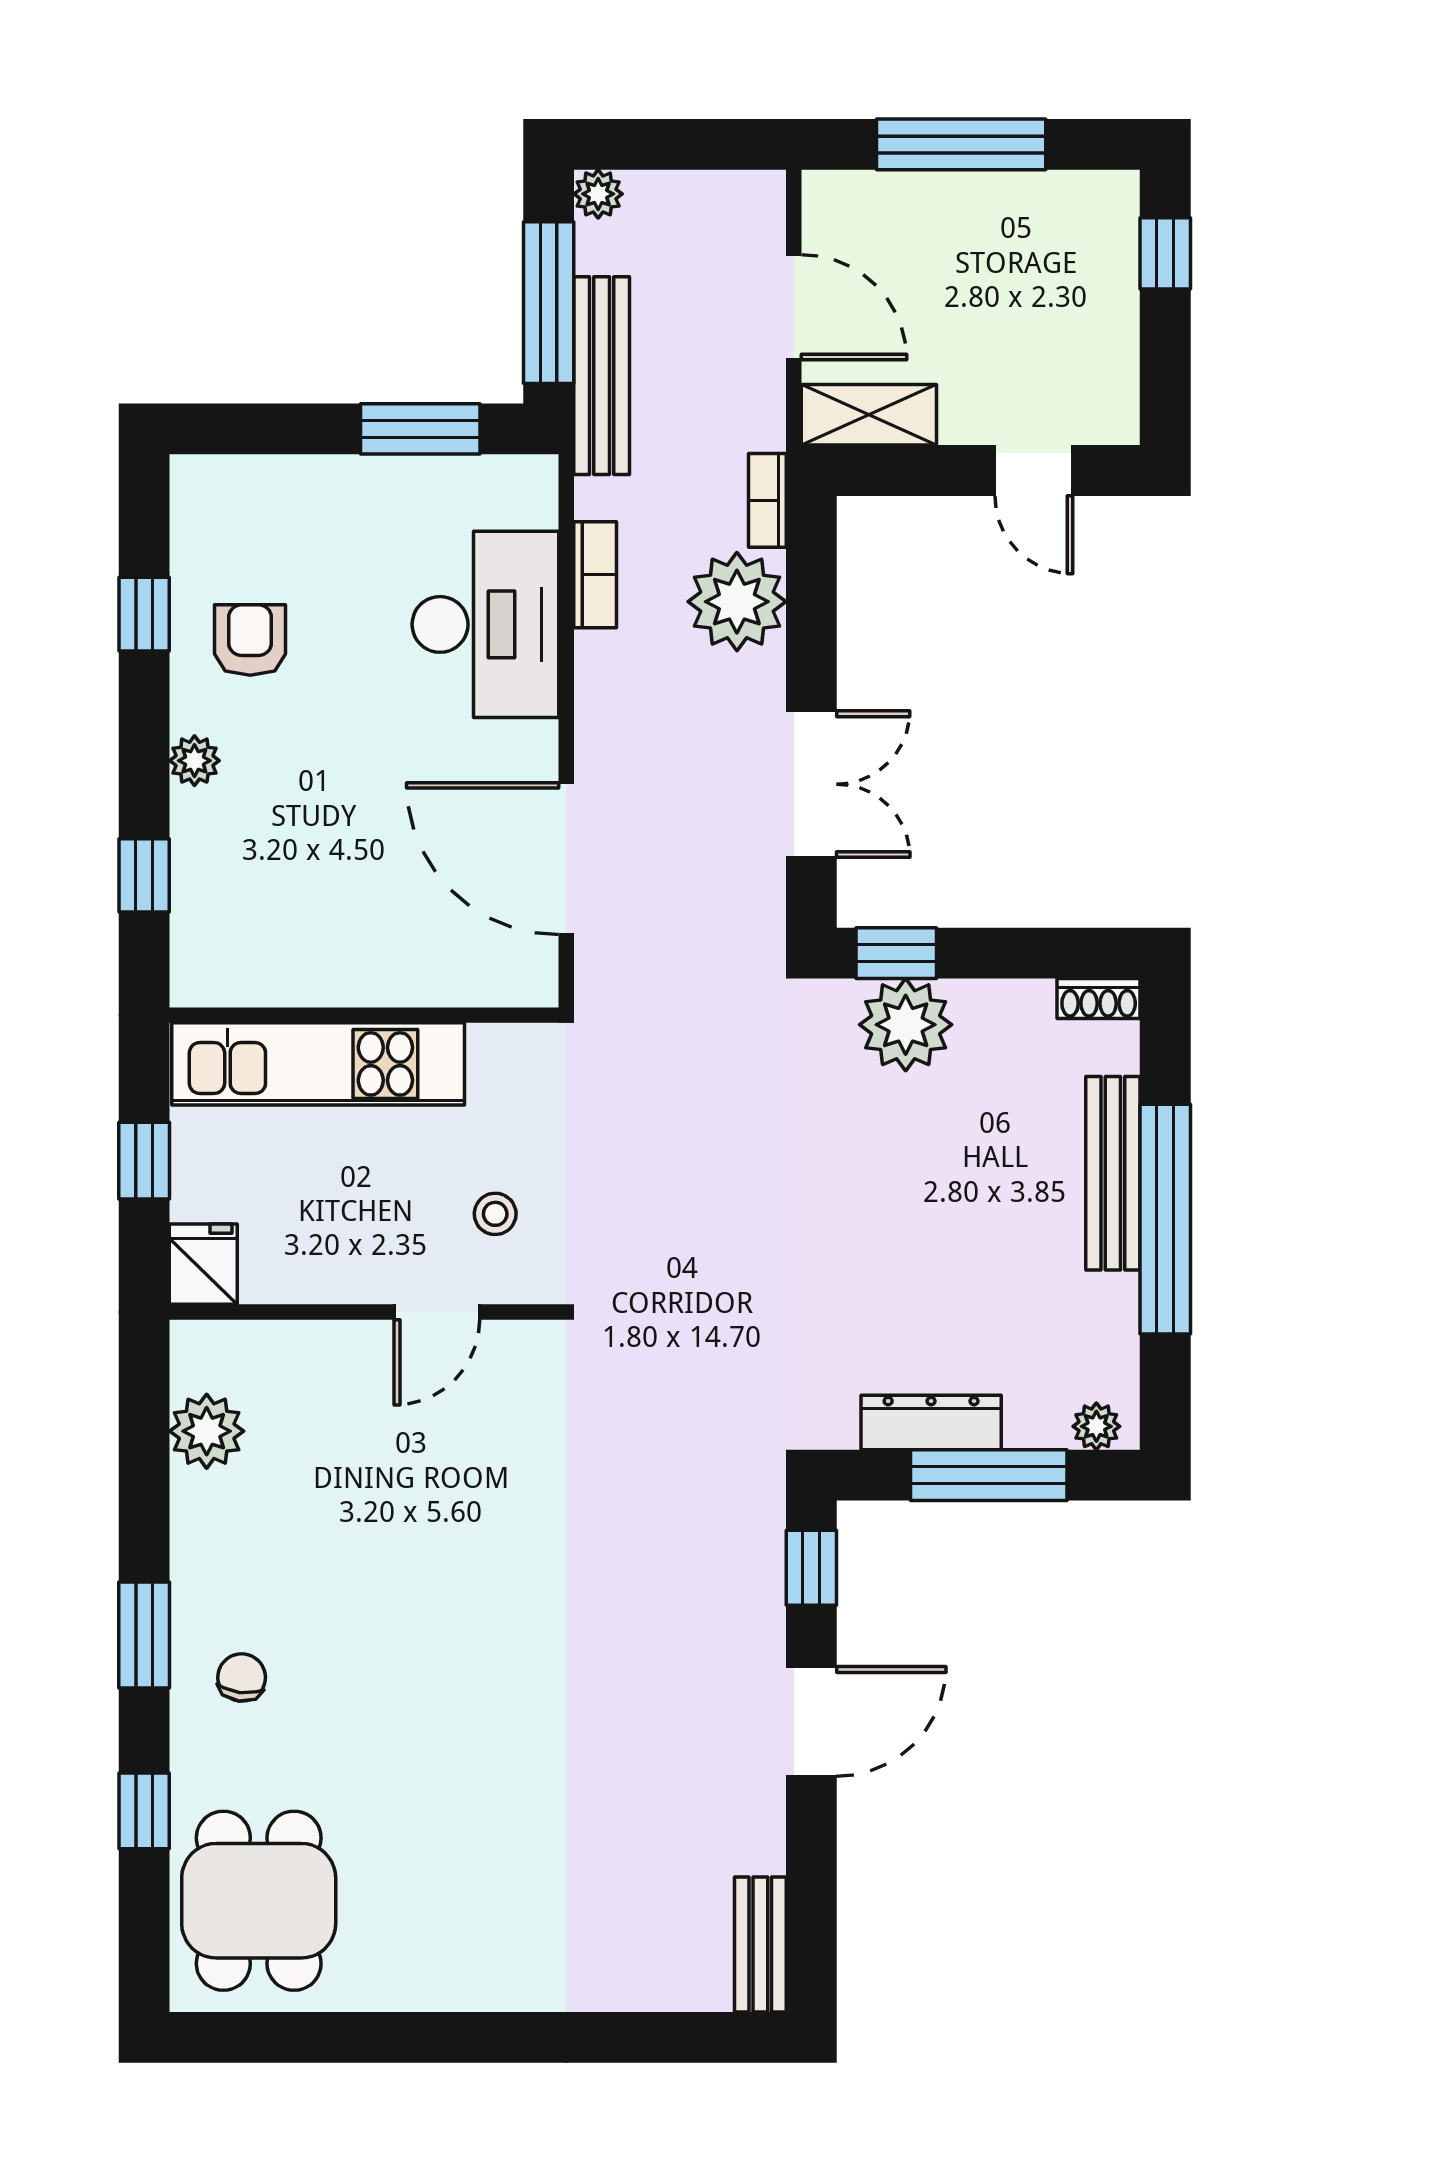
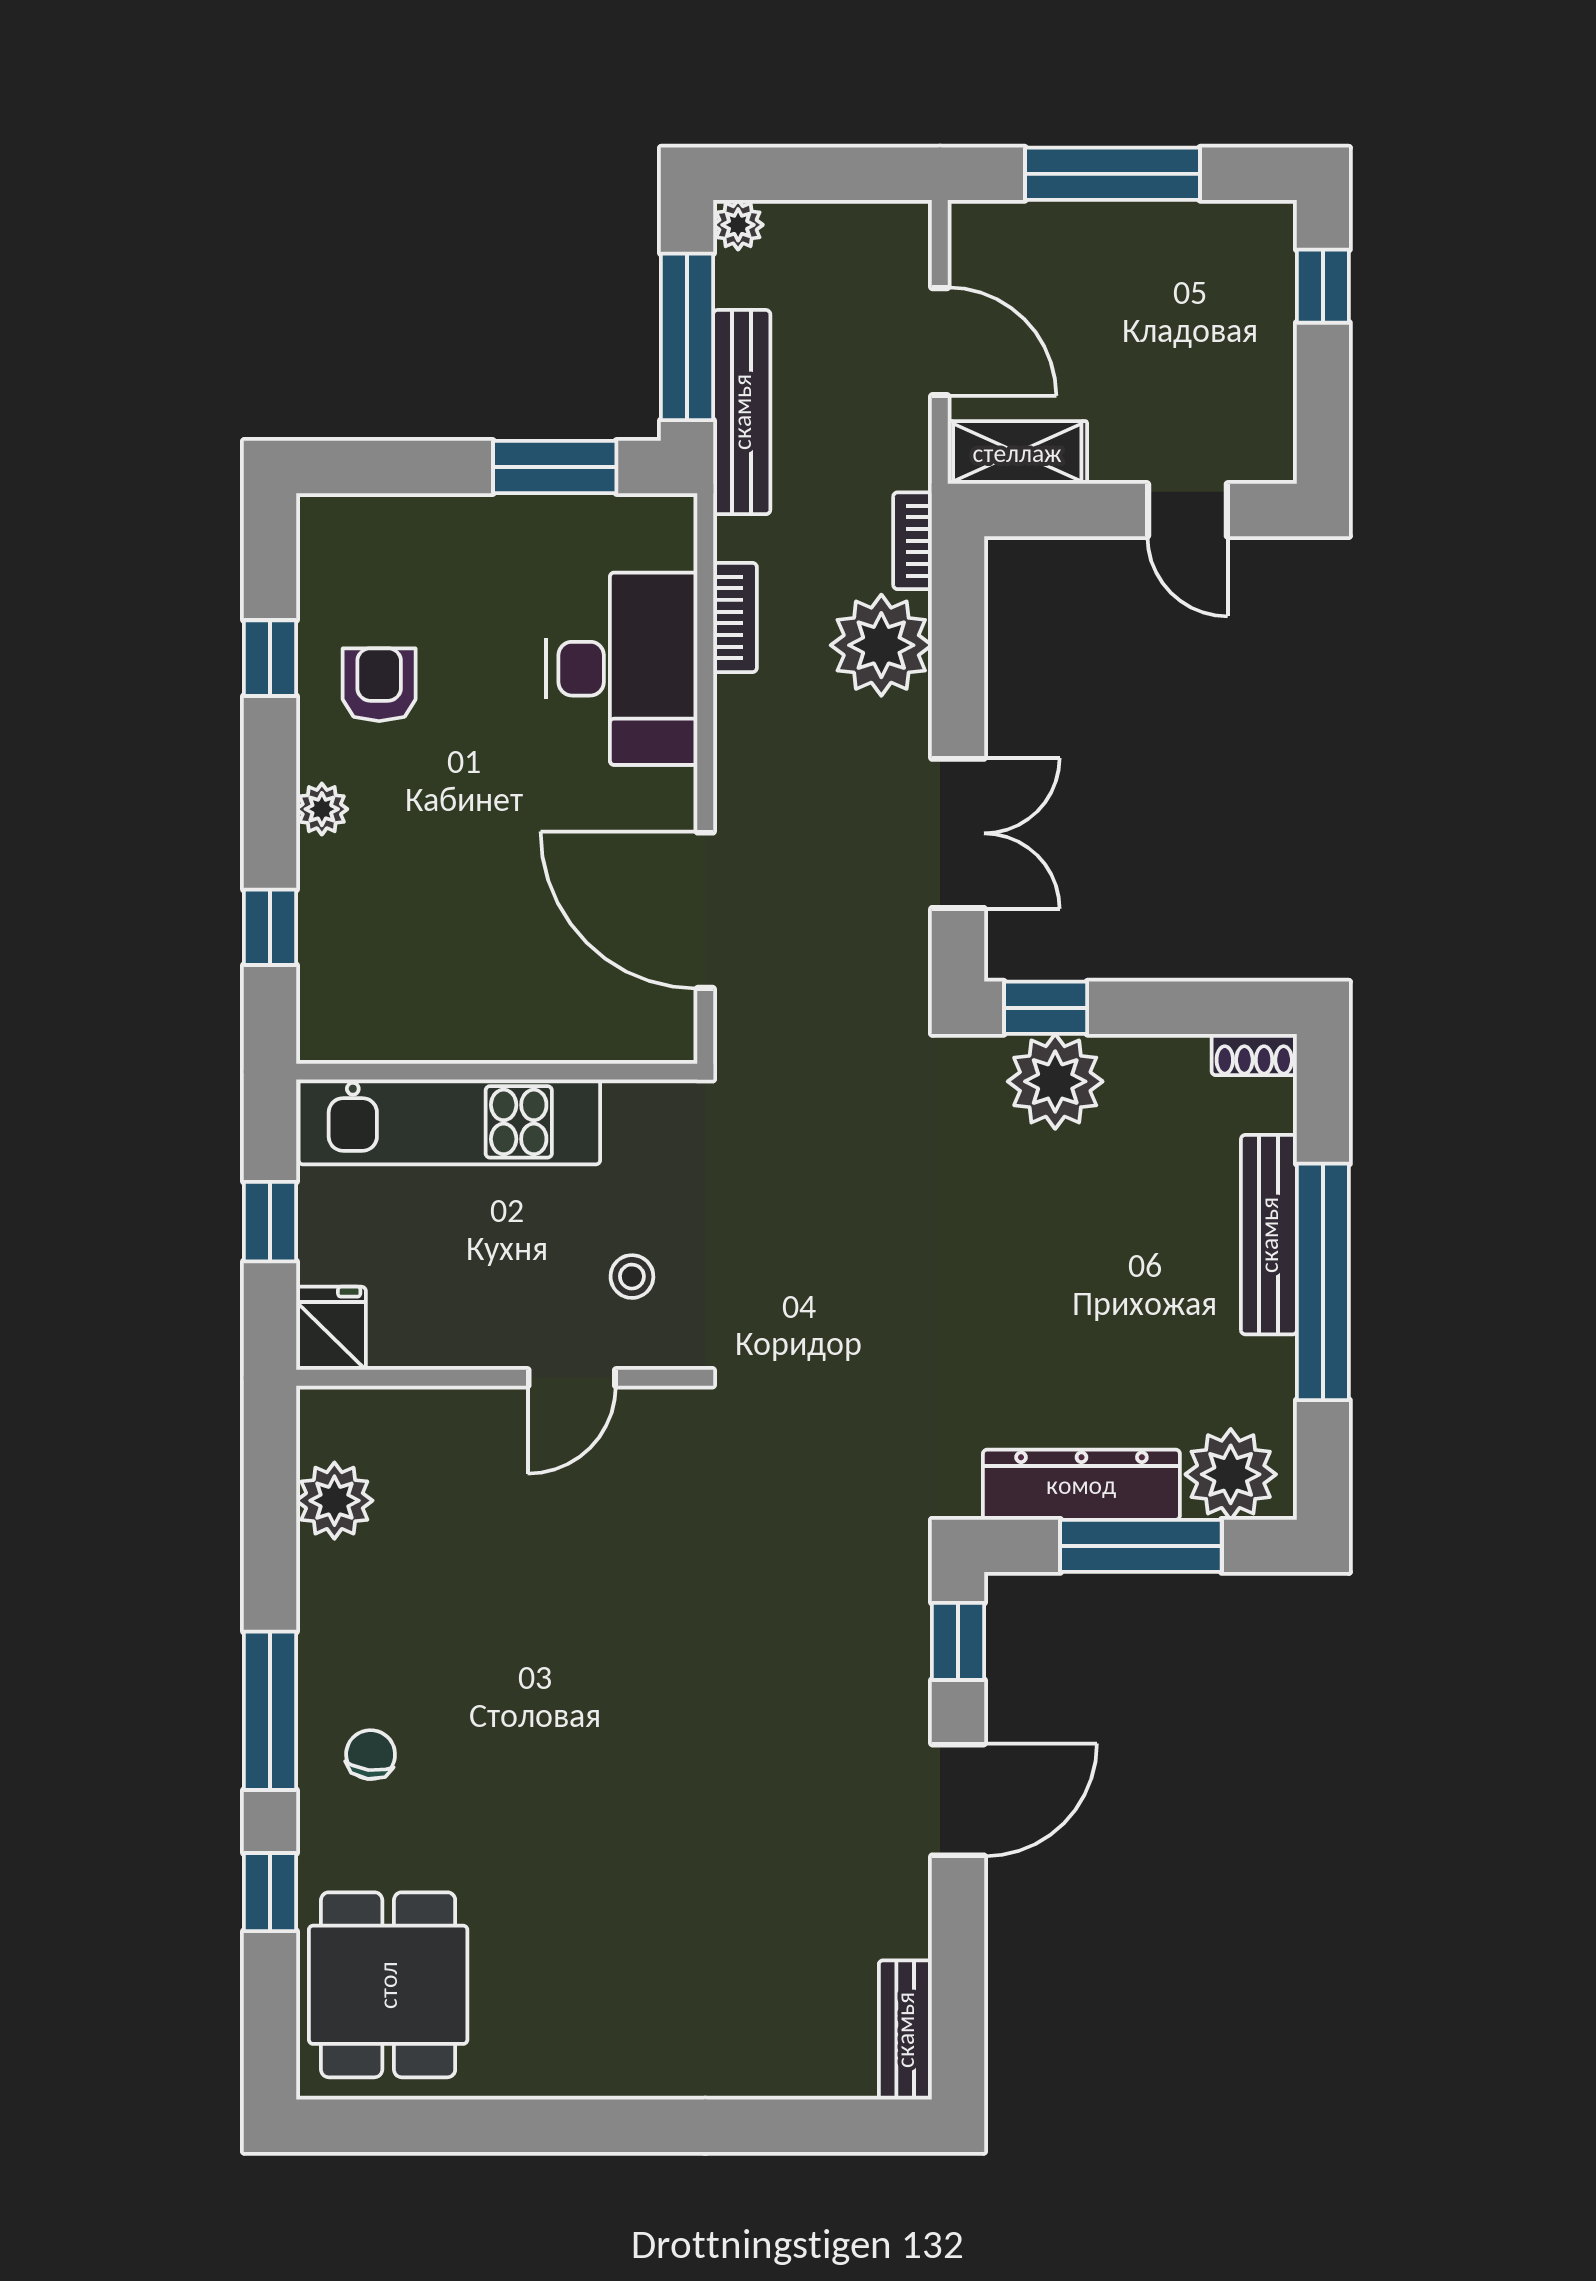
dresser: (931, 1422) -> (1081, 1485), width x1.37, depth x1.24
plant: (1096, 1426) -> (1231, 1474), width x1.88, depth x1.88
window: (144, 1635) -> (270, 1711), width x1.44

